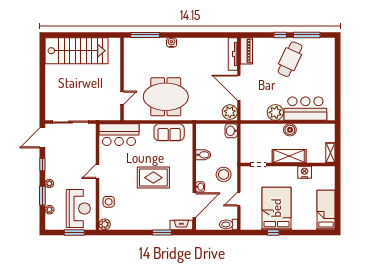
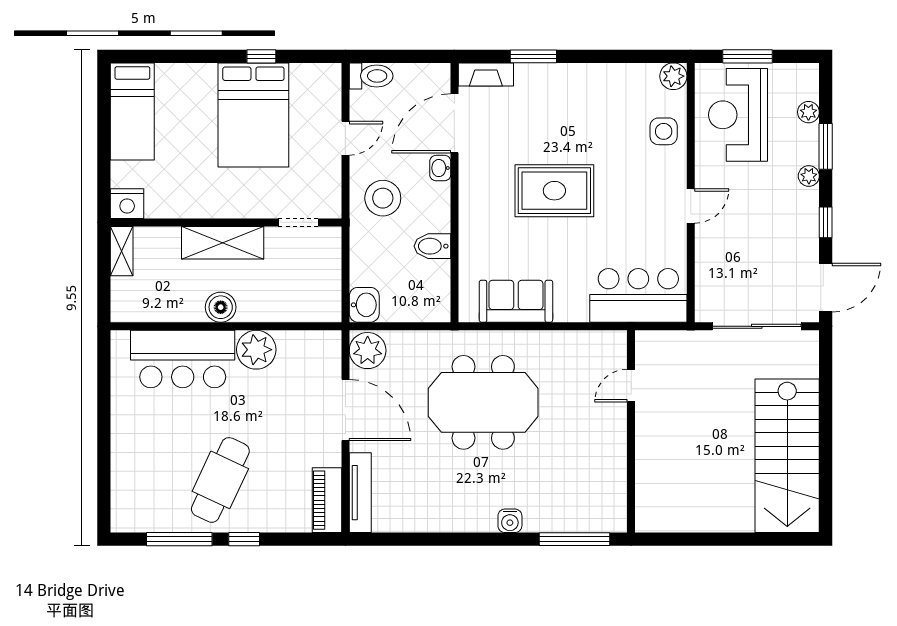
stairs: (76, 51) -> (787, 456), moved, turned -90
meeting table: (166, 97) -> (483, 402), moved
nightstand: (305, 172) -> (127, 204), moved

